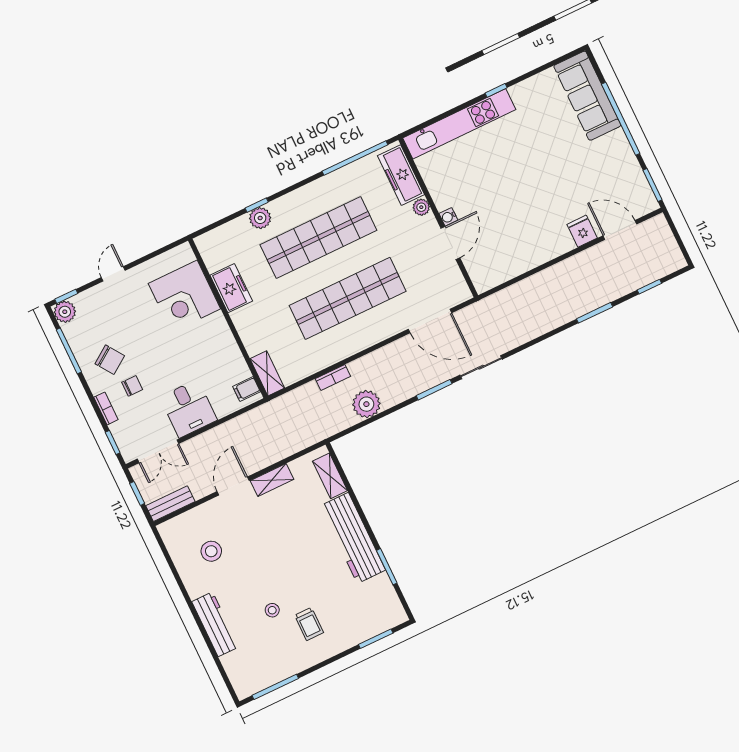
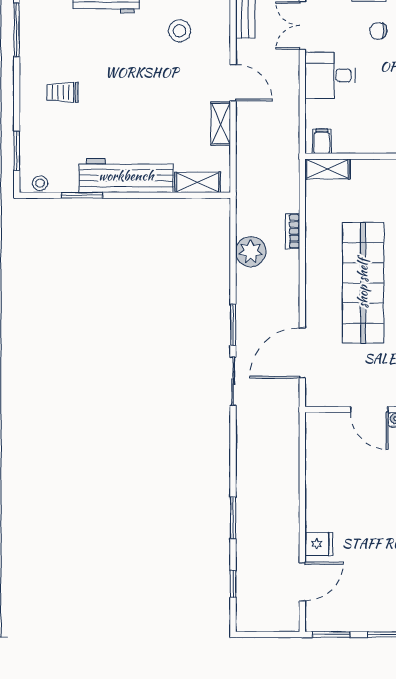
chair: (132, 386) -> (378, 31), turned 92
stool: (272, 610) -> (40, 183), moved

